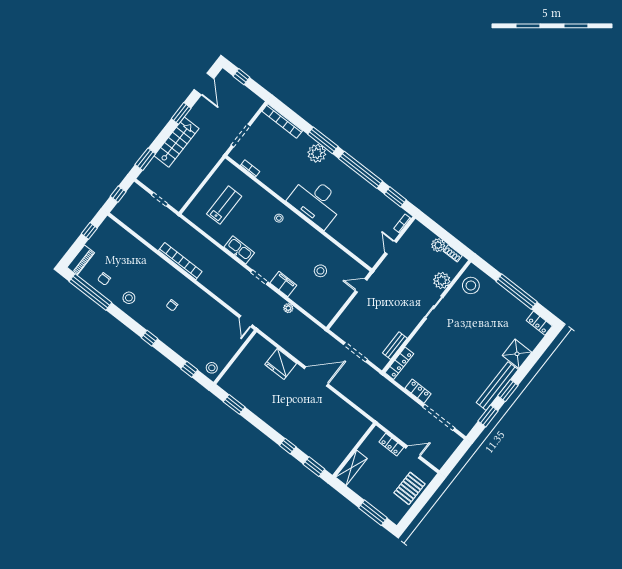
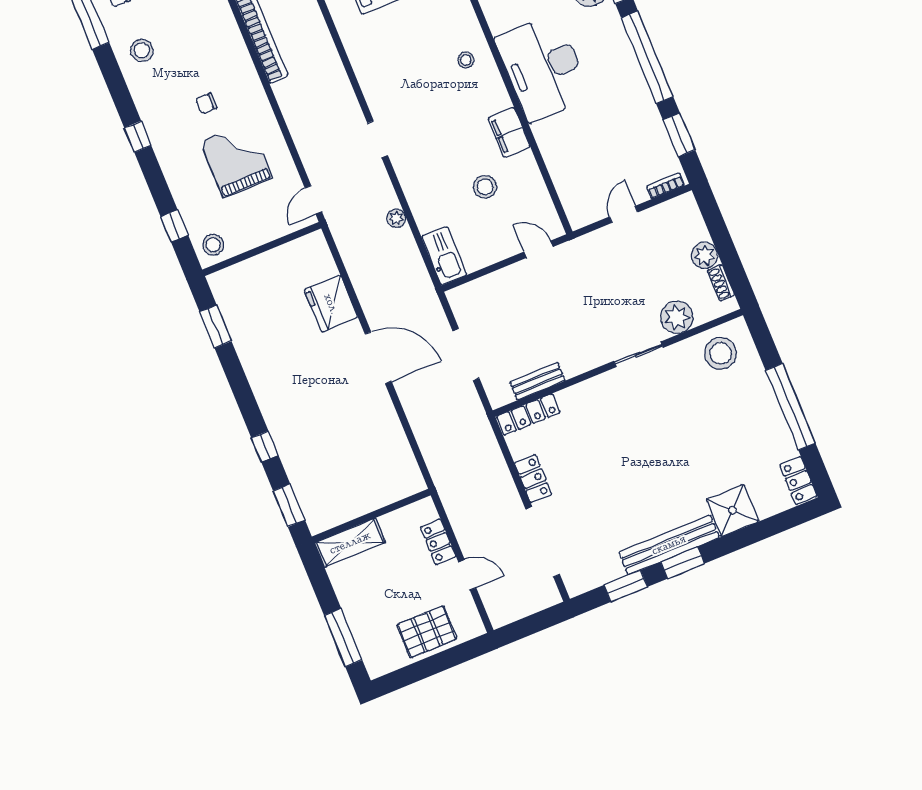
kitchen sink: (239, 250) -> (444, 256), moved
filing cabinet: (283, 284) -> (509, 132), moved, turned 180
grand piano: (200, 323) -> (236, 160), added

